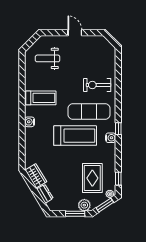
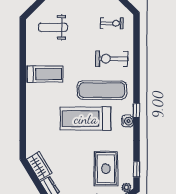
exercise bike: (97, 55) -> (112, 23), added
water cooler: (30, 122) -> (32, 102), removed
treadmill: (75, 136) -> (86, 119), turned 180

